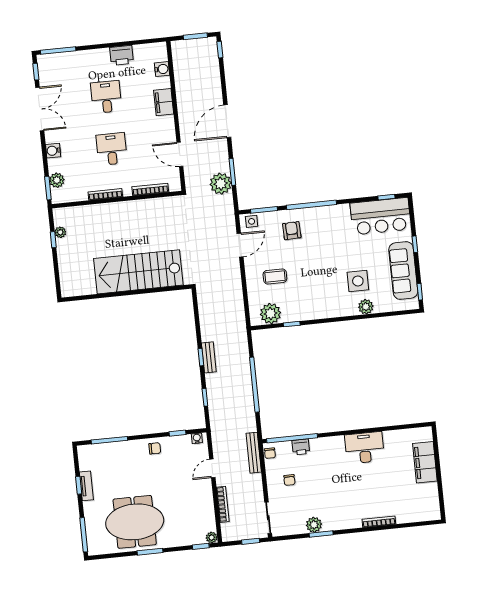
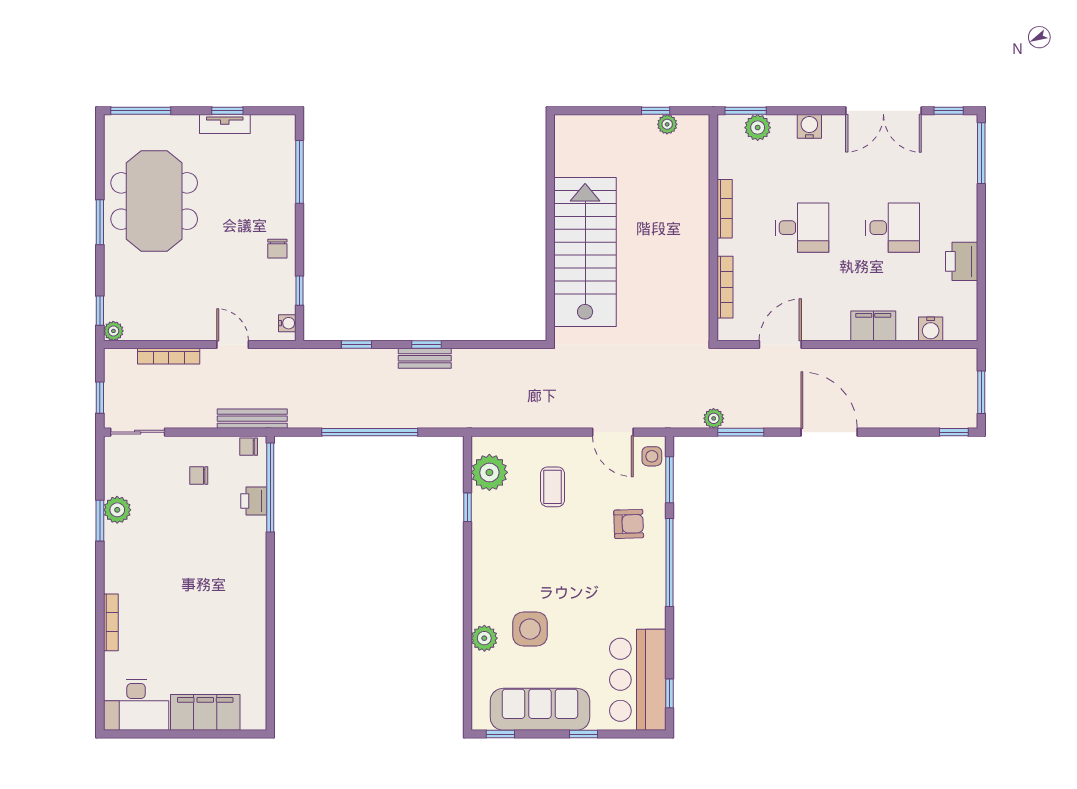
plant: (221, 184) -> (714, 418), width x0.53, depth x0.53
desk: (365, 448) -> (136, 705), moved, turned 90

